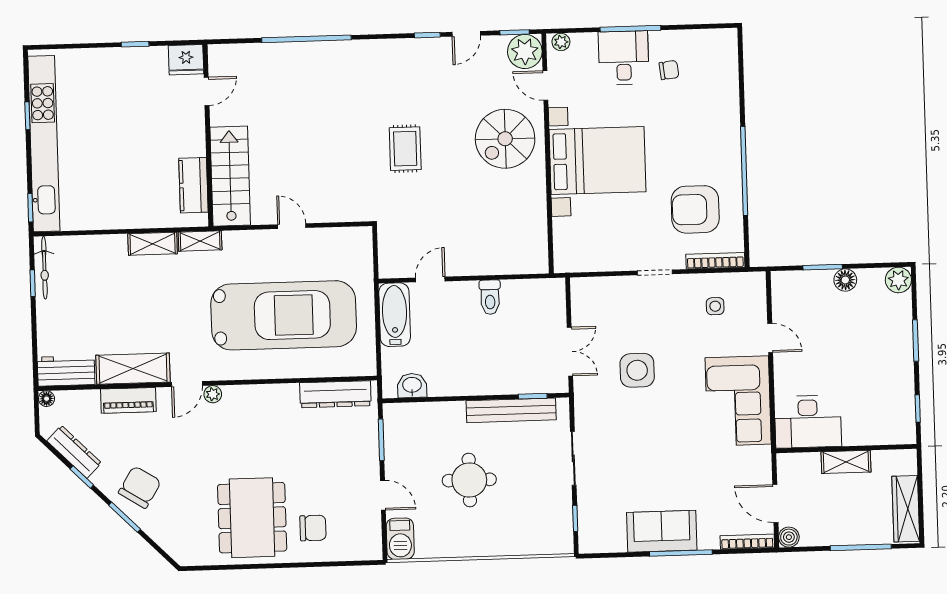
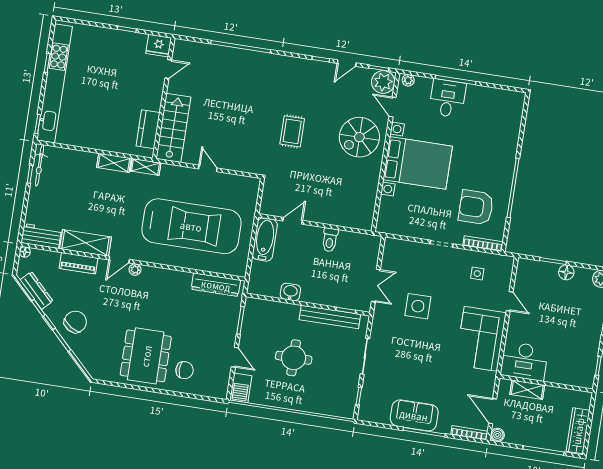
chair: (669, 70) -> (476, 112), removed
washbasin: (412, 386) -> (290, 292), moved
shelving: (846, 462) -> (527, 390), moved

